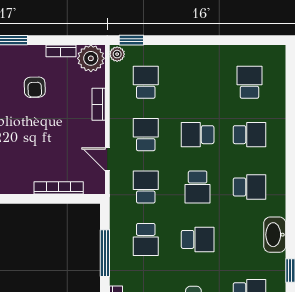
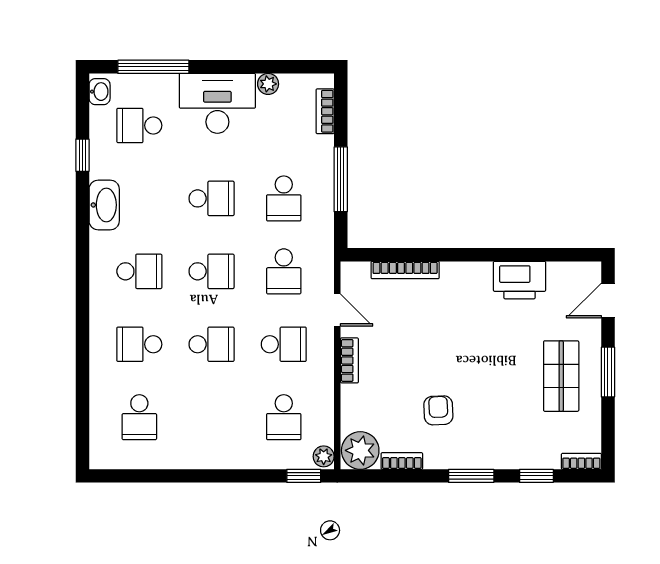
bookcase: (99, 104) -> (349, 360), moved
school desk: (146, 135) -> (284, 344), turned -90
school desk: (198, 187) -> (212, 271), turned 90
school desk: (249, 187) -> (139, 271), turned 180
school desk: (146, 239) -> (284, 198), turned 180
school desk: (198, 239) -> (212, 198), turned 180

